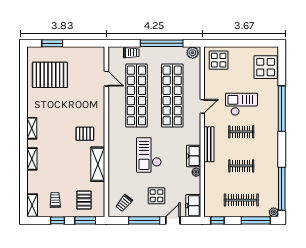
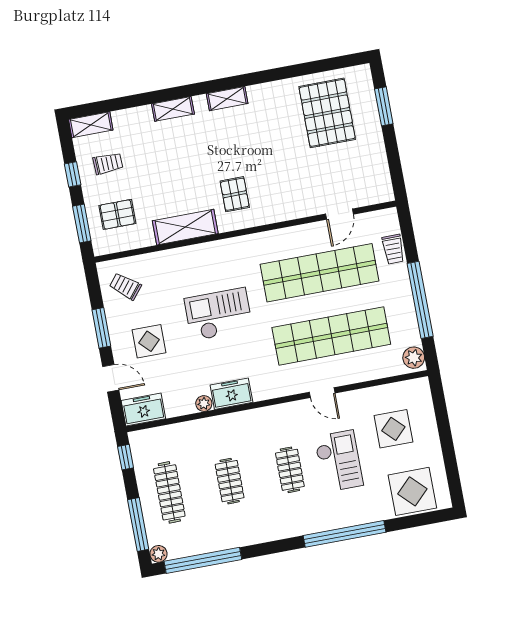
display table: (219, 60) -> (393, 429), moved
bench: (209, 144) -> (257, 417), removed
window: (144, 220) -> (101, 328), width x0.69

